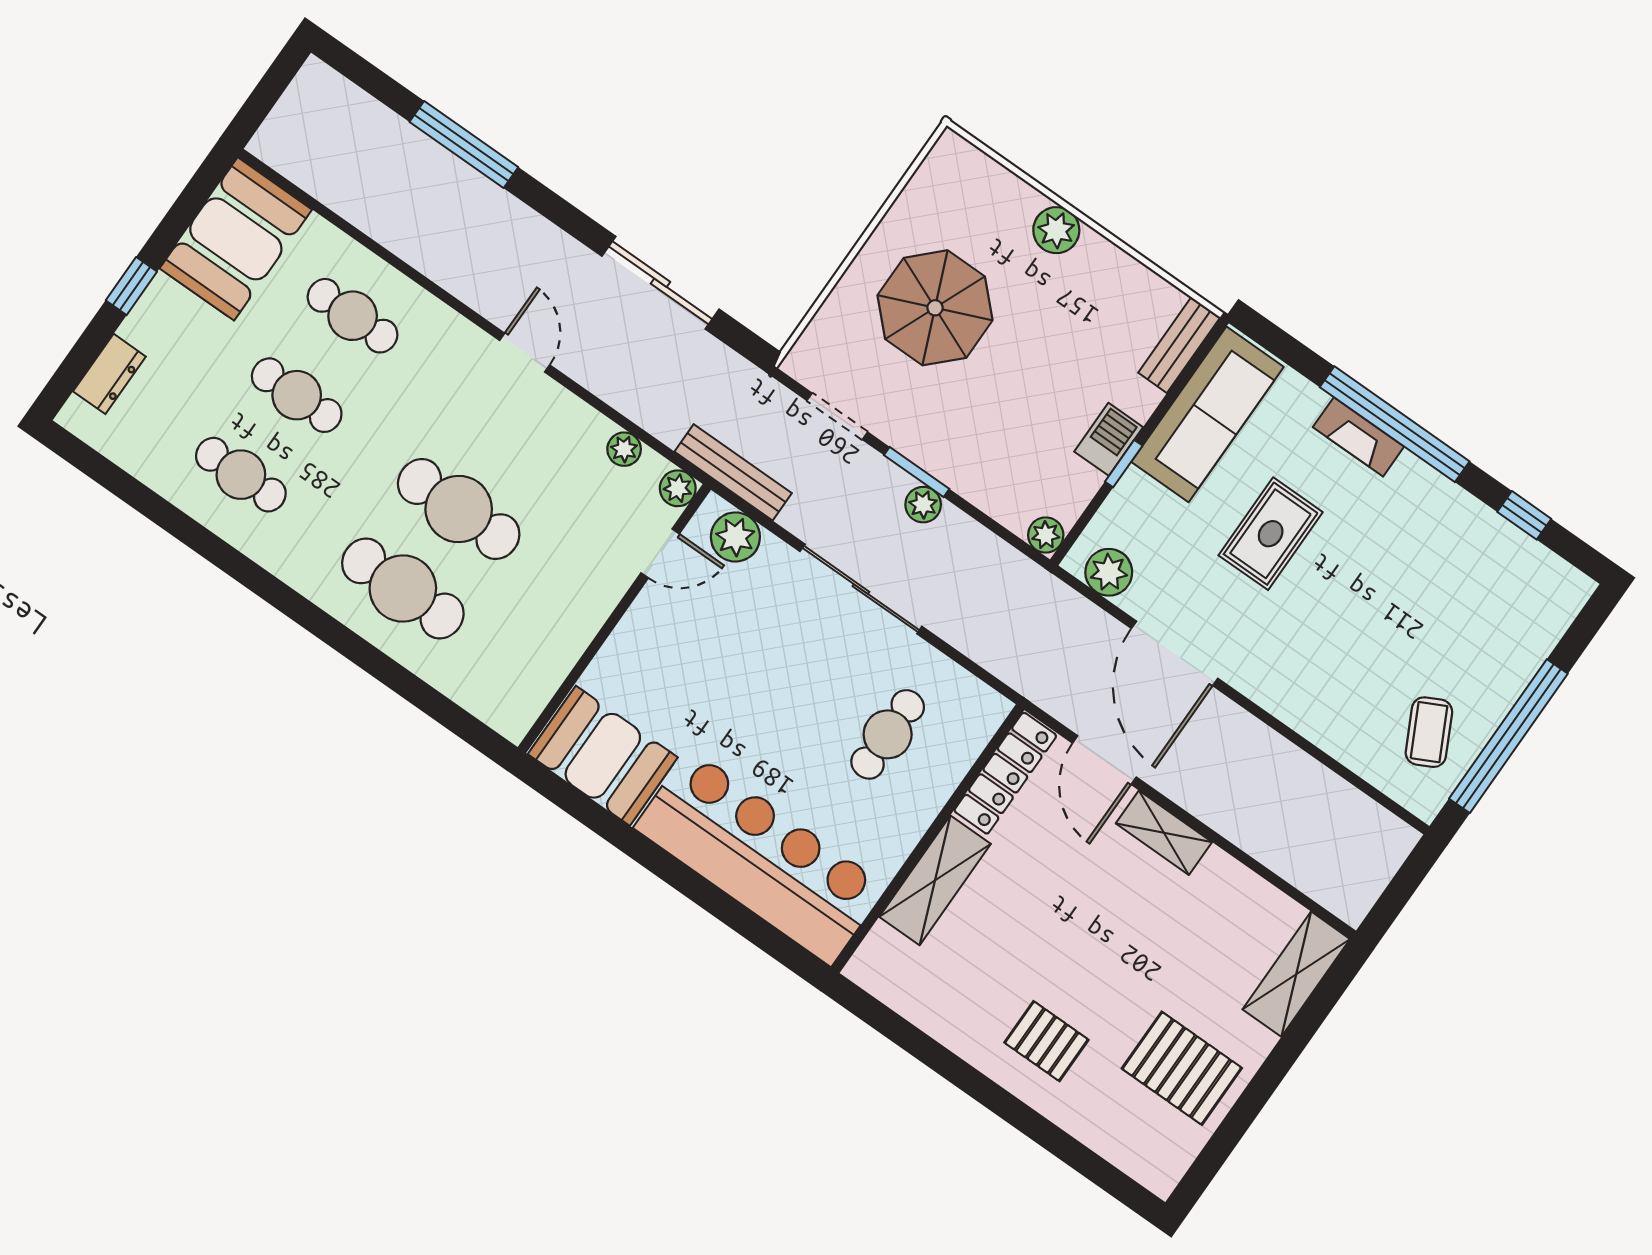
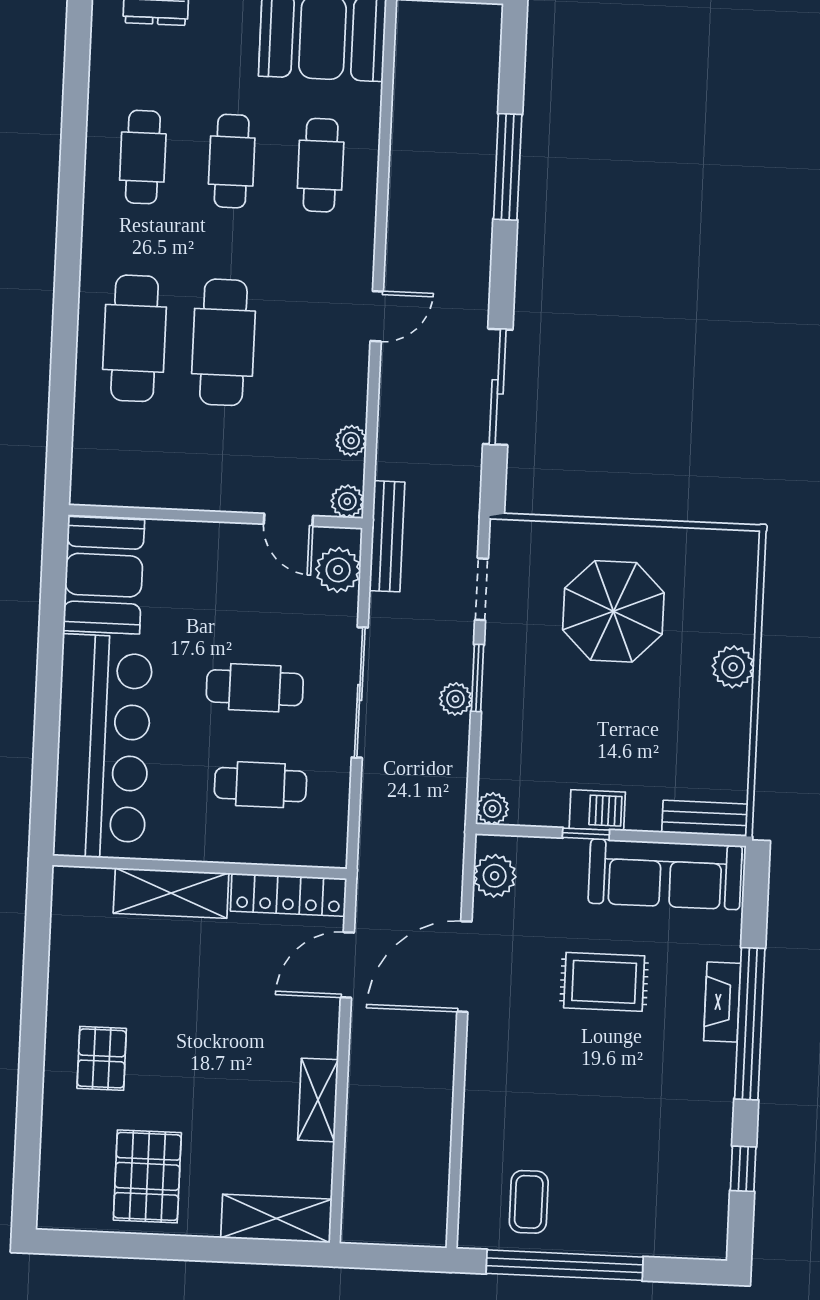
cafe table: (795, 683) -> (255, 688), added
coffee table: (1429, 732) -> (529, 1202), turned -63
shelving: (1164, 833) -> (318, 1100), moved

